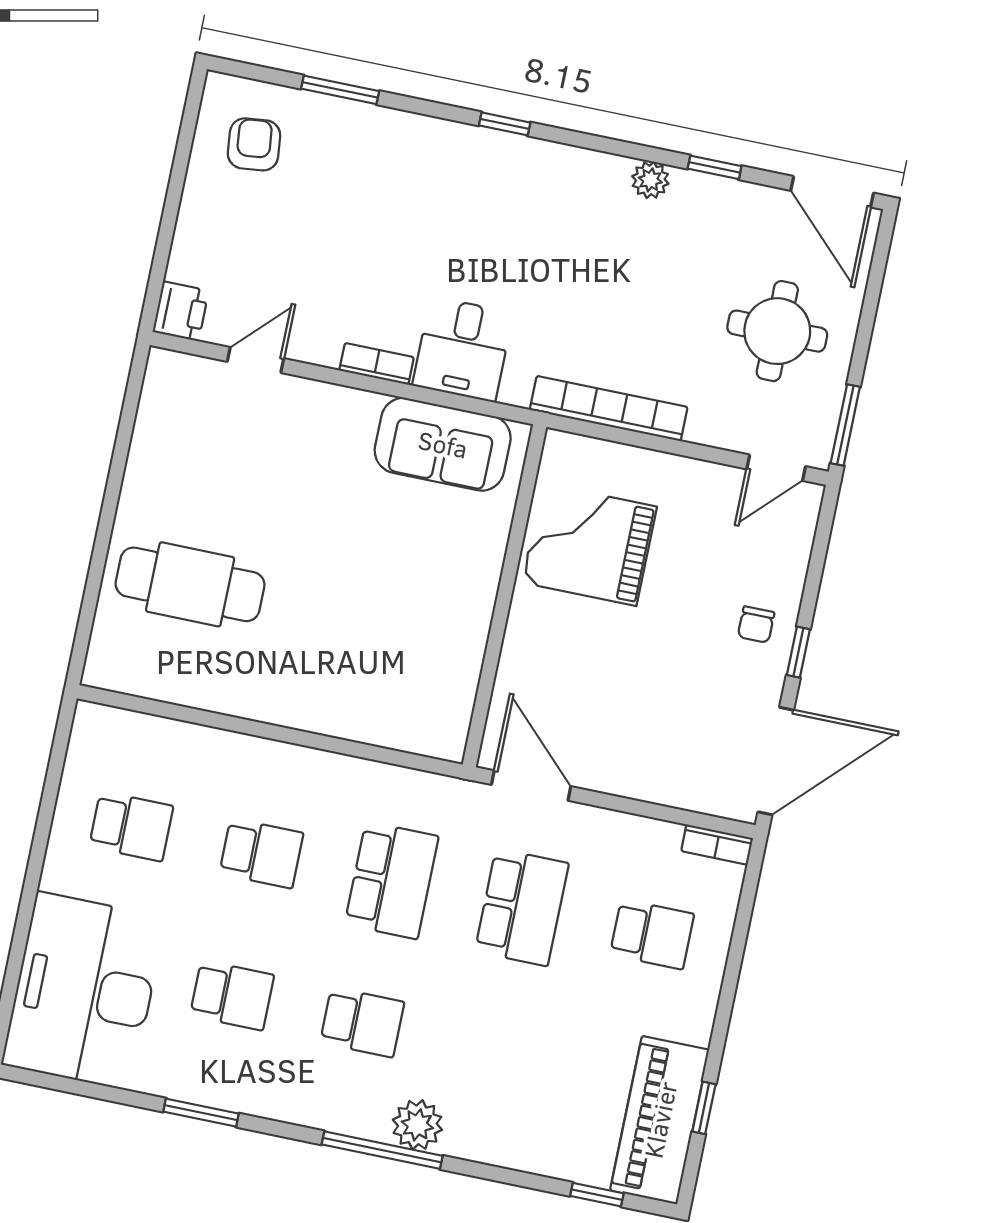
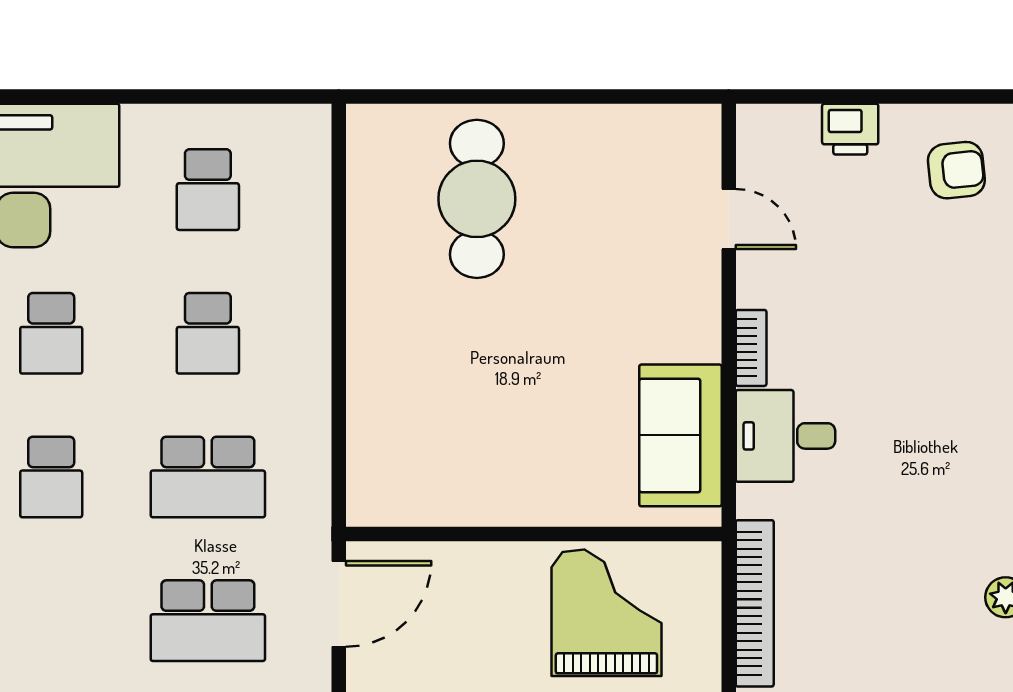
printer: (181, 311) -> (850, 129), moved

